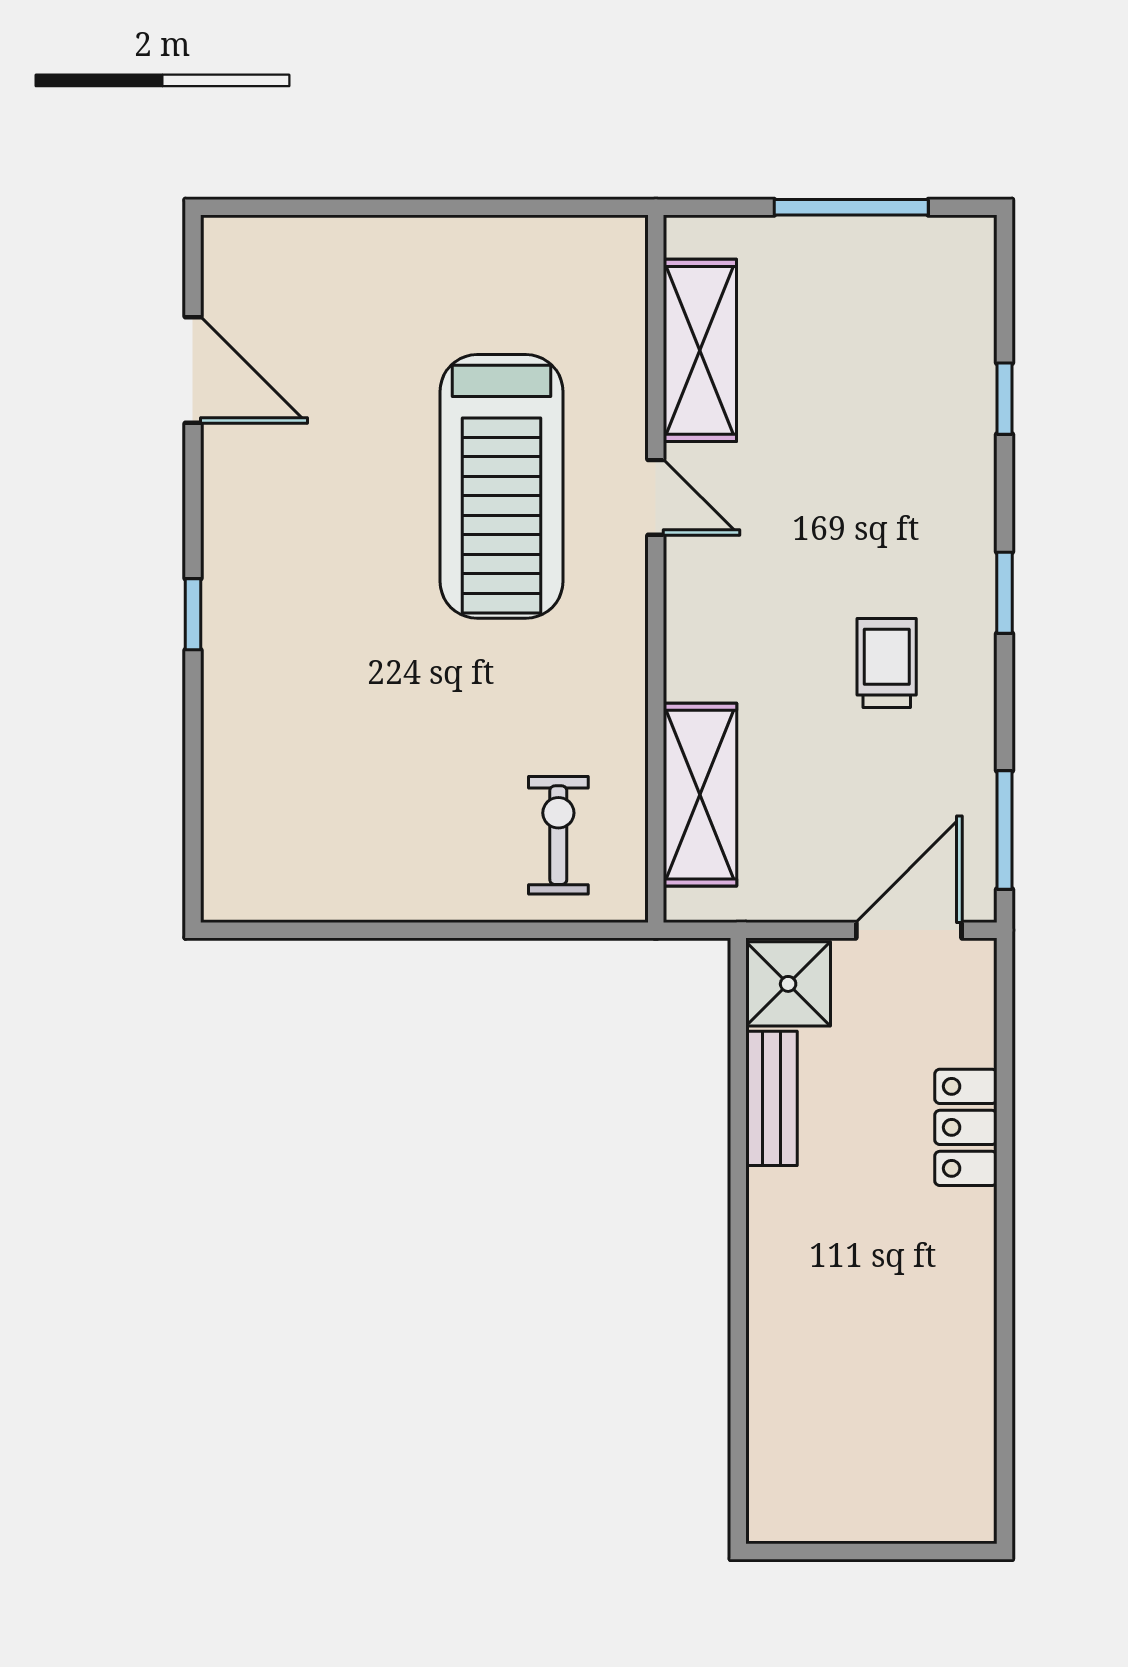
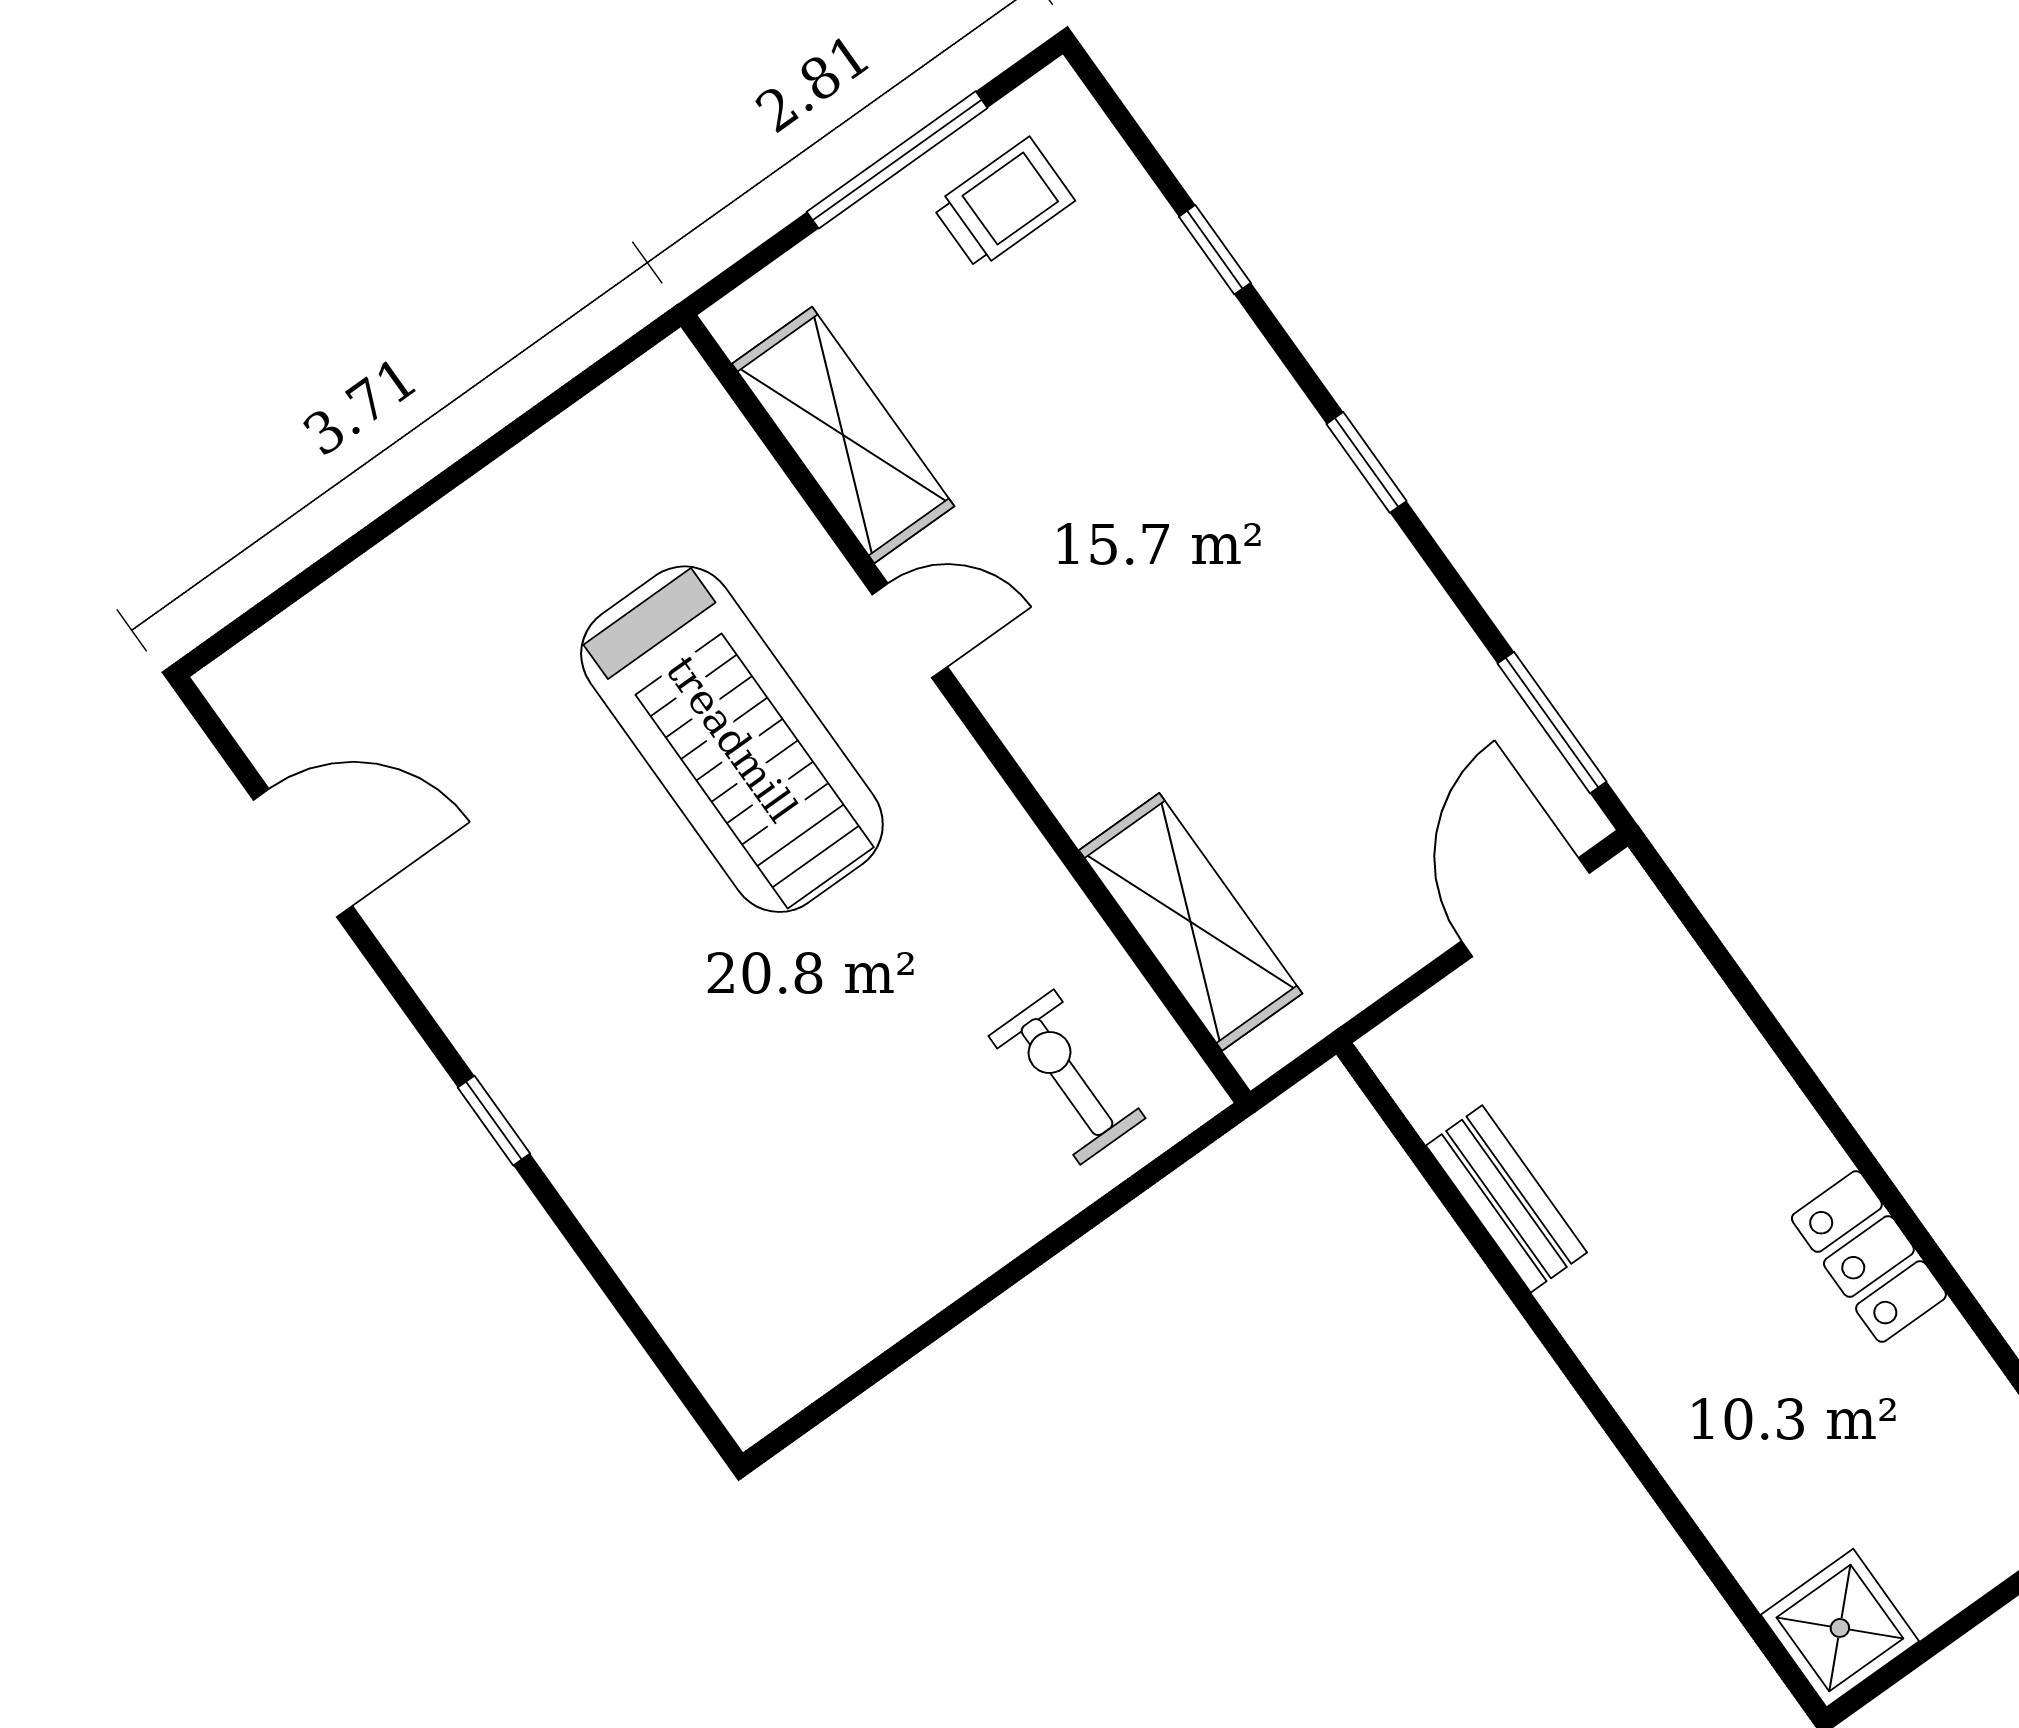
trolley: (887, 663) -> (1003, 203), moved, turned 90
shower: (788, 984) -> (1840, 1628), moved
locker: (966, 1127) -> (1869, 1256), moved

